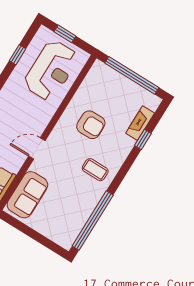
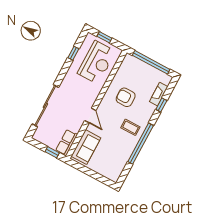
armchair: (91, 125) -> (126, 97), turned 180
door: (37, 148) -> (90, 116), swing flipped
window: (93, 220) -> (141, 144), moved

